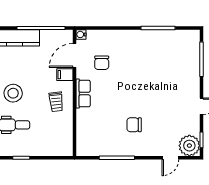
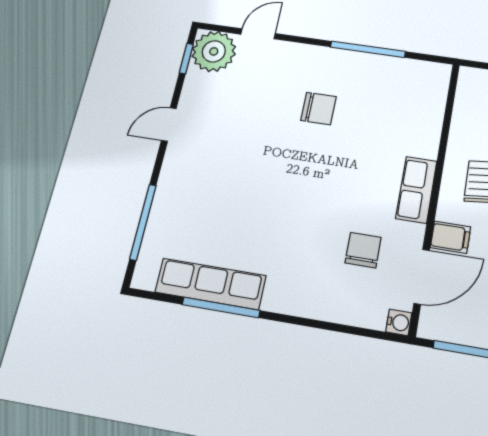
row of seats: (165, 37) -> (210, 284), added

